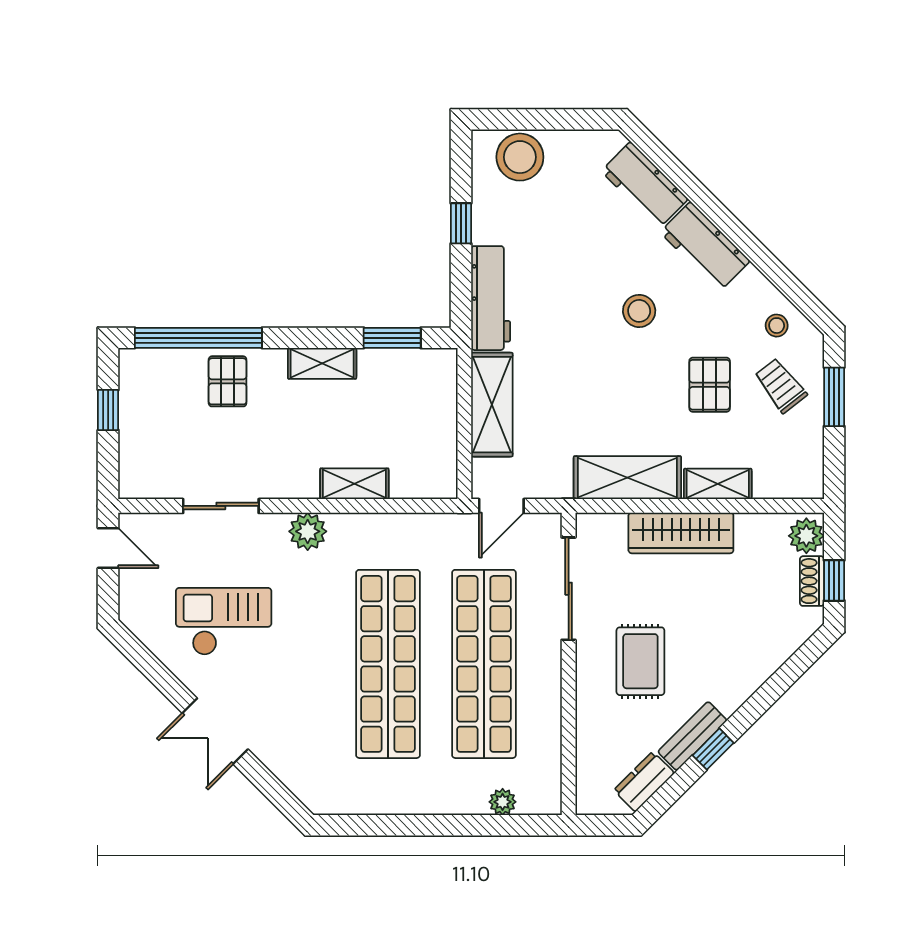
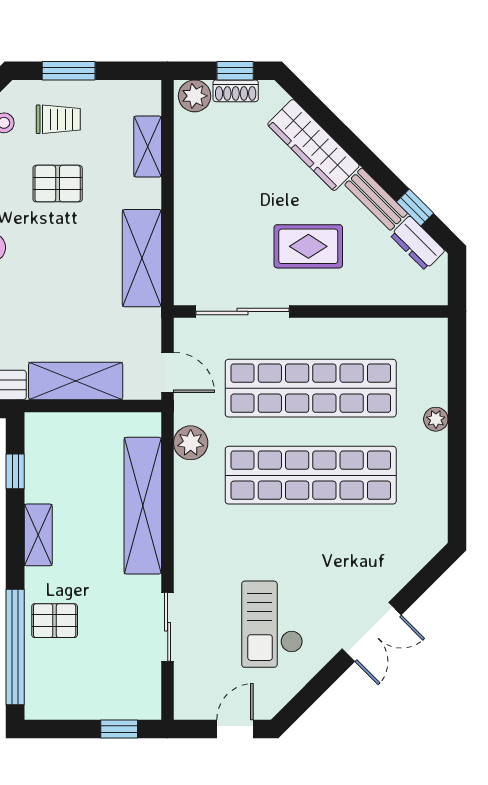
window: (392, 338) -> (15, 471), width x0.67
trolley: (781, 385) -> (58, 119), turned -142
window: (108, 410) -> (119, 729), moved
shelving: (354, 484) -> (143, 506), width x2.20, depth x1.33
shelving: (718, 484) -> (148, 146), moved
plant: (308, 531) -> (191, 443), moved
wardrobe: (681, 533) -> (313, 145), moved, turned 135
door: (108, 548) -> (235, 729), moved
window: (713, 749) -> (415, 208), moved
plant: (503, 802) -> (436, 419), moved

